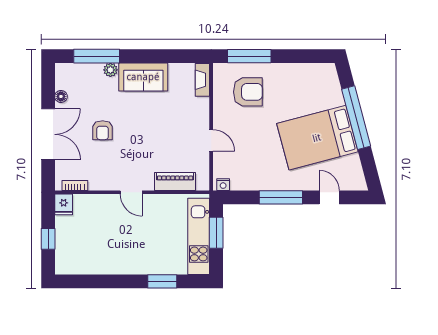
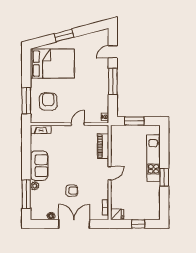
window: (356, 118) -> (64, 35), width x0.47
bed: (317, 138) -> (52, 64), moved, turned -75
kitchen unit: (199, 236) -> (153, 158), moved, turned 90
window: (162, 281) -> (164, 177), moved

